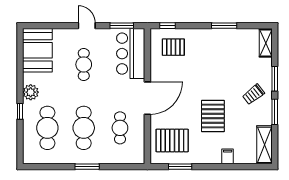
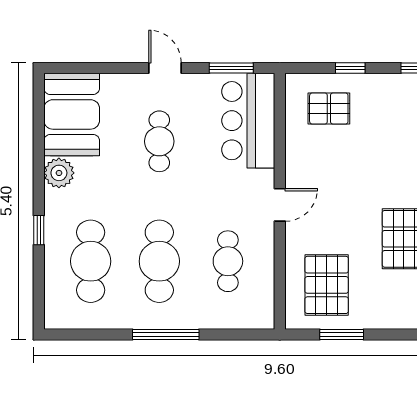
window: (168, 26) -> (350, 68), moved
plant: (31, 92) -> (59, 173), moved
door: (147, 98) -> (280, 205), width x0.53
pallet: (172, 140) -> (327, 285), turned 90
window: (87, 167) -> (166, 335), width x1.44

